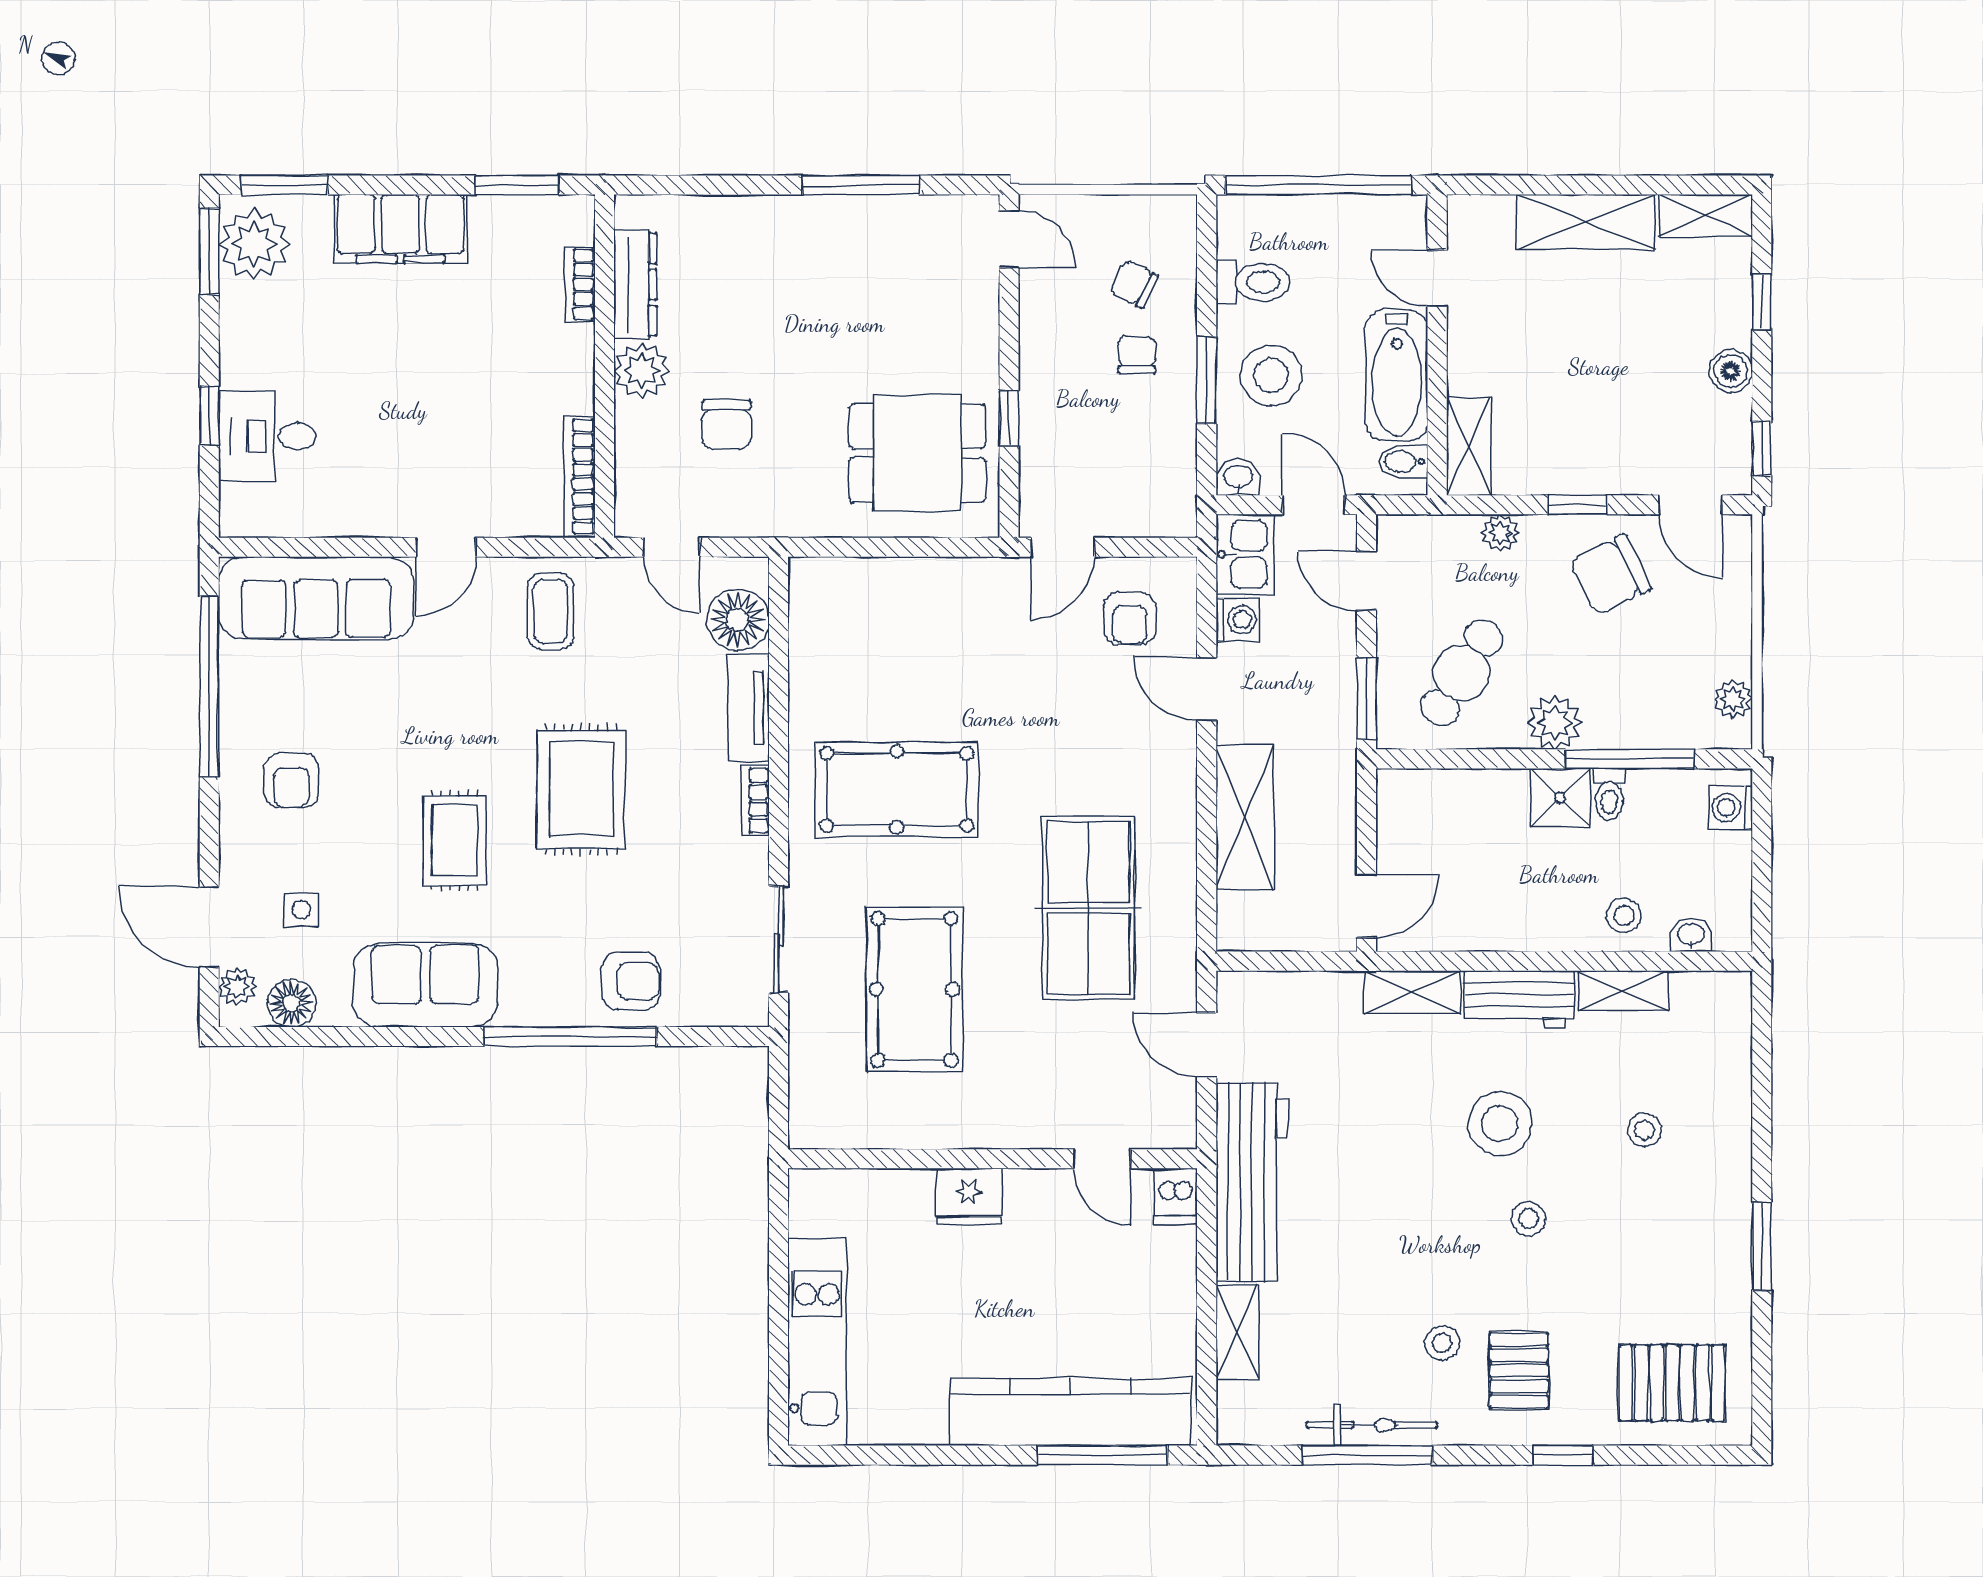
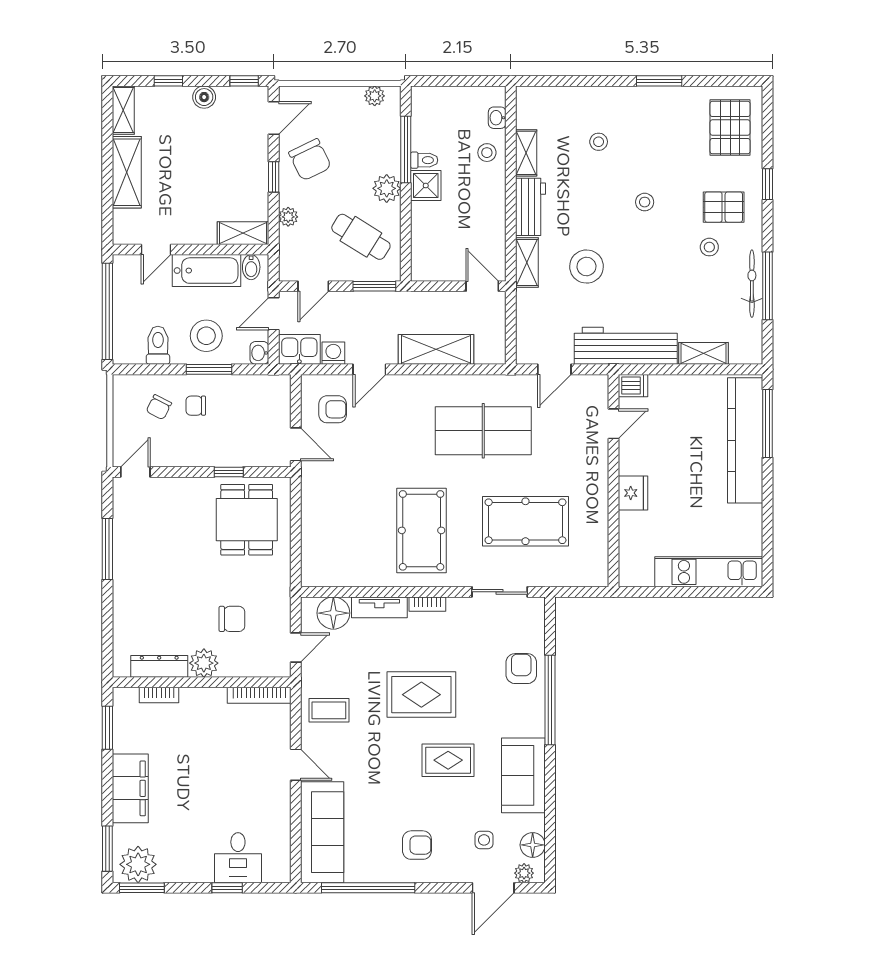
washing machine: (1731, 808) -> (431, 97), removed
stool: (1500, 1124) -> (586, 267), moved

